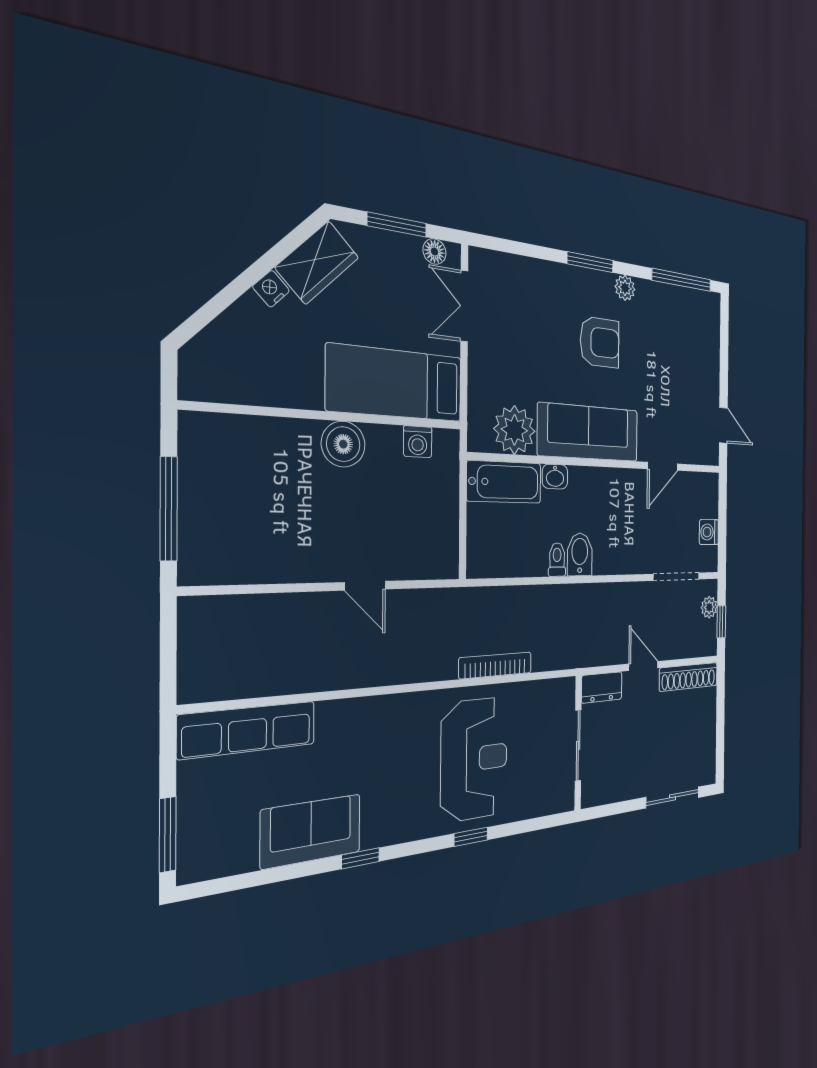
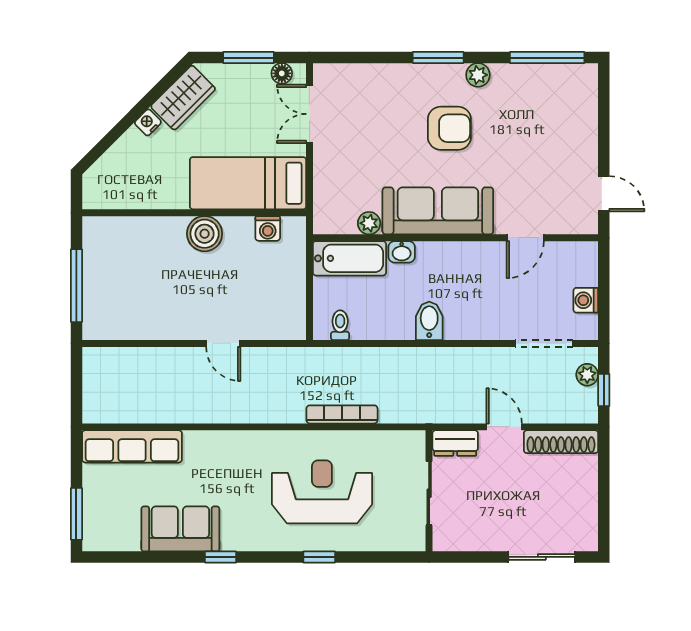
plant: (514, 430) -> (369, 223), width x0.53, depth x0.53
toilet: (557, 560) -> (340, 325), moved
reception desk: (474, 759) -> (322, 492), turned -90

